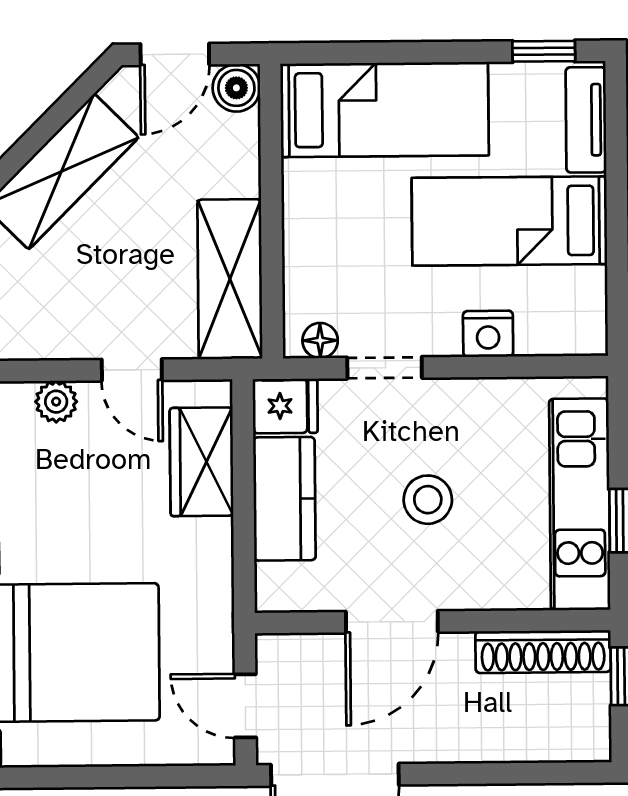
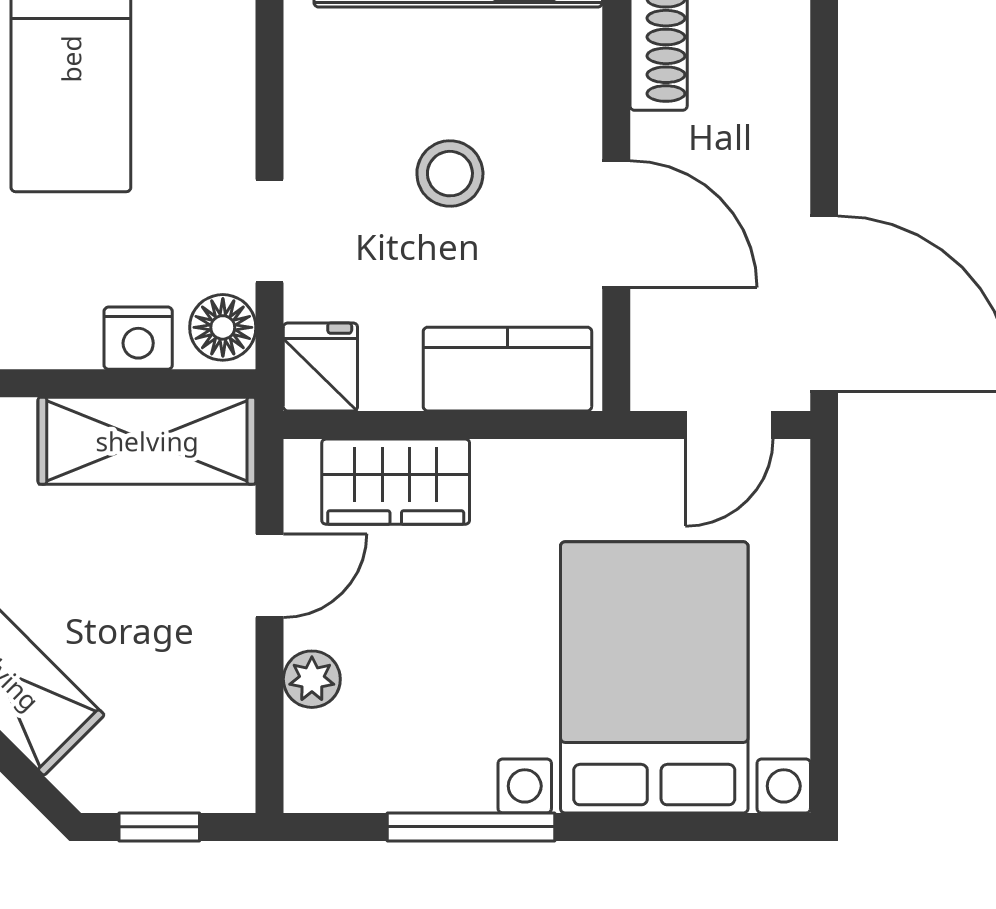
nightstand: (488, 334) -> (138, 338), moved, turned 90
floor lamp: (320, 341) -> (223, 327), width x1.37, depth x1.37
kitchen counter: (284, 499) -> (507, 369), moved

